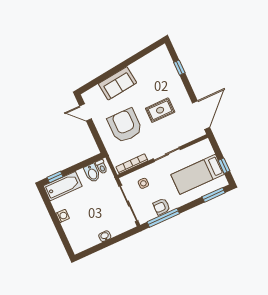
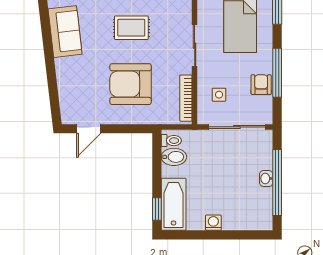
sofa: (117, 83) -> (65, 32), moved
rug: (160, 110) -> (131, 28), turned 90
armchair: (161, 207) -> (261, 85), turned 180
window: (163, 218) -> (277, 73), moved
window: (105, 244) -> (277, 183), added

